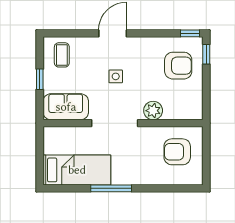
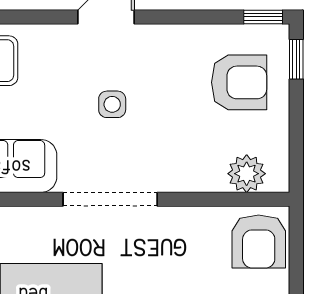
plant: (153, 111) -> (247, 174), moved
armchair: (177, 152) -> (259, 241), moved, turned -90

